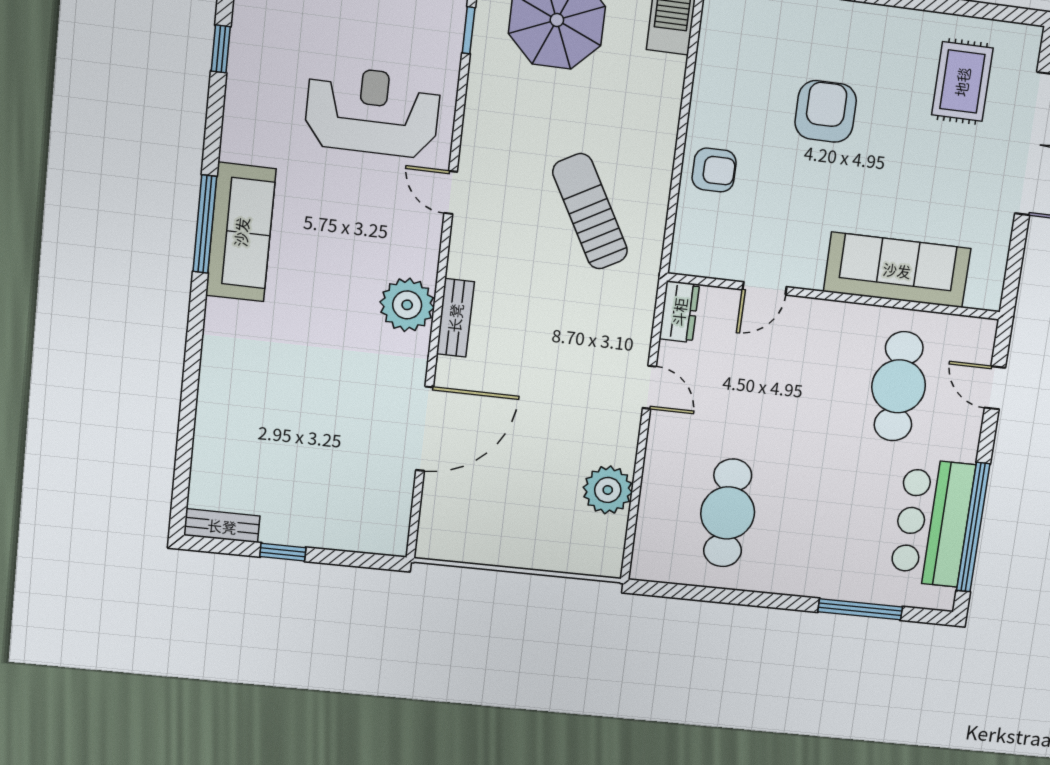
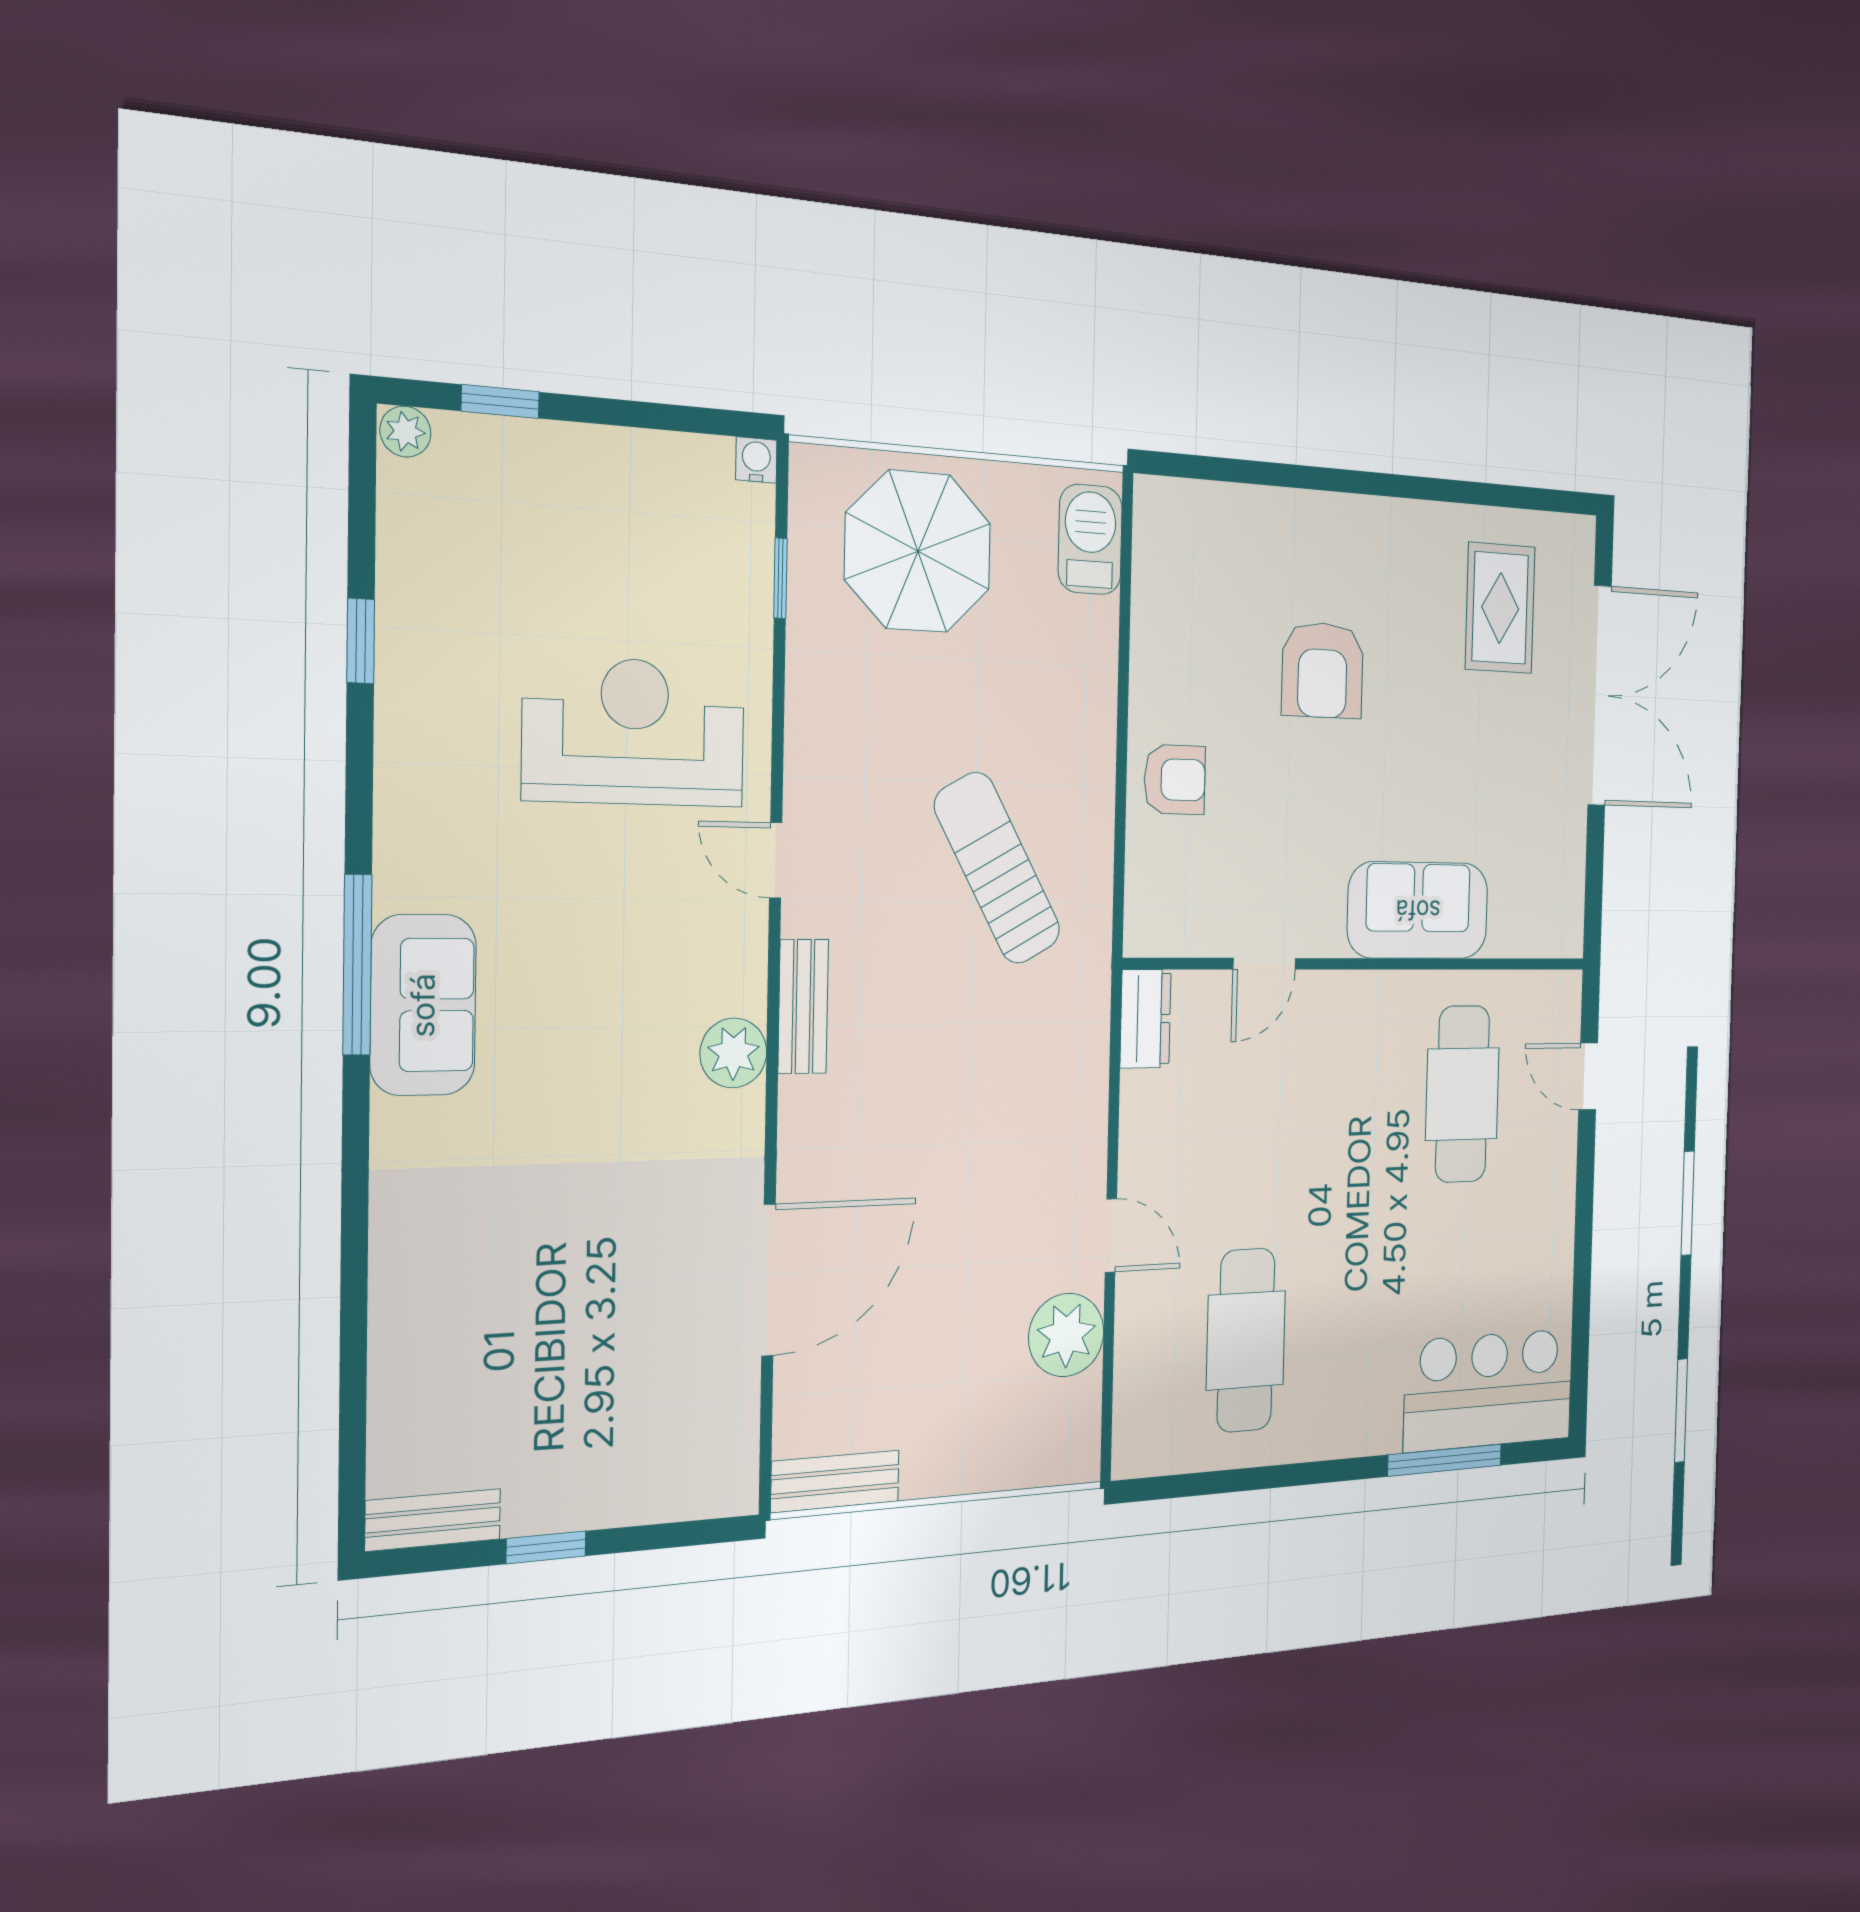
armchair: (826, 111) -> (1322, 670), turned 180
sofa: (241, 232) -> (423, 1005), width x0.73
sofa: (897, 270) -> (1418, 910), width x0.73
plant: (407, 305) -> (733, 1053), width x0.73, depth x0.73
bench: (455, 318) -> (803, 1006), moved
door: (649, 387) -> (1111, 1235), moved
bar counter: (932, 523) -> (1489, 1390), moved, turned 90
window: (973, 527) -> (1581, 1299), removed
bench: (454, 548) -> (835, 1481), added

